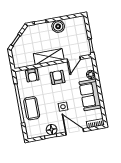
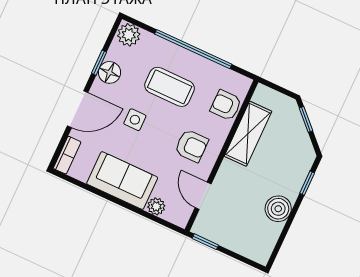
shelving: (49, 57) -> (248, 134), moved
coffee table: (32, 108) -> (170, 87), moved
plant: (32, 132) -> (129, 35), added

